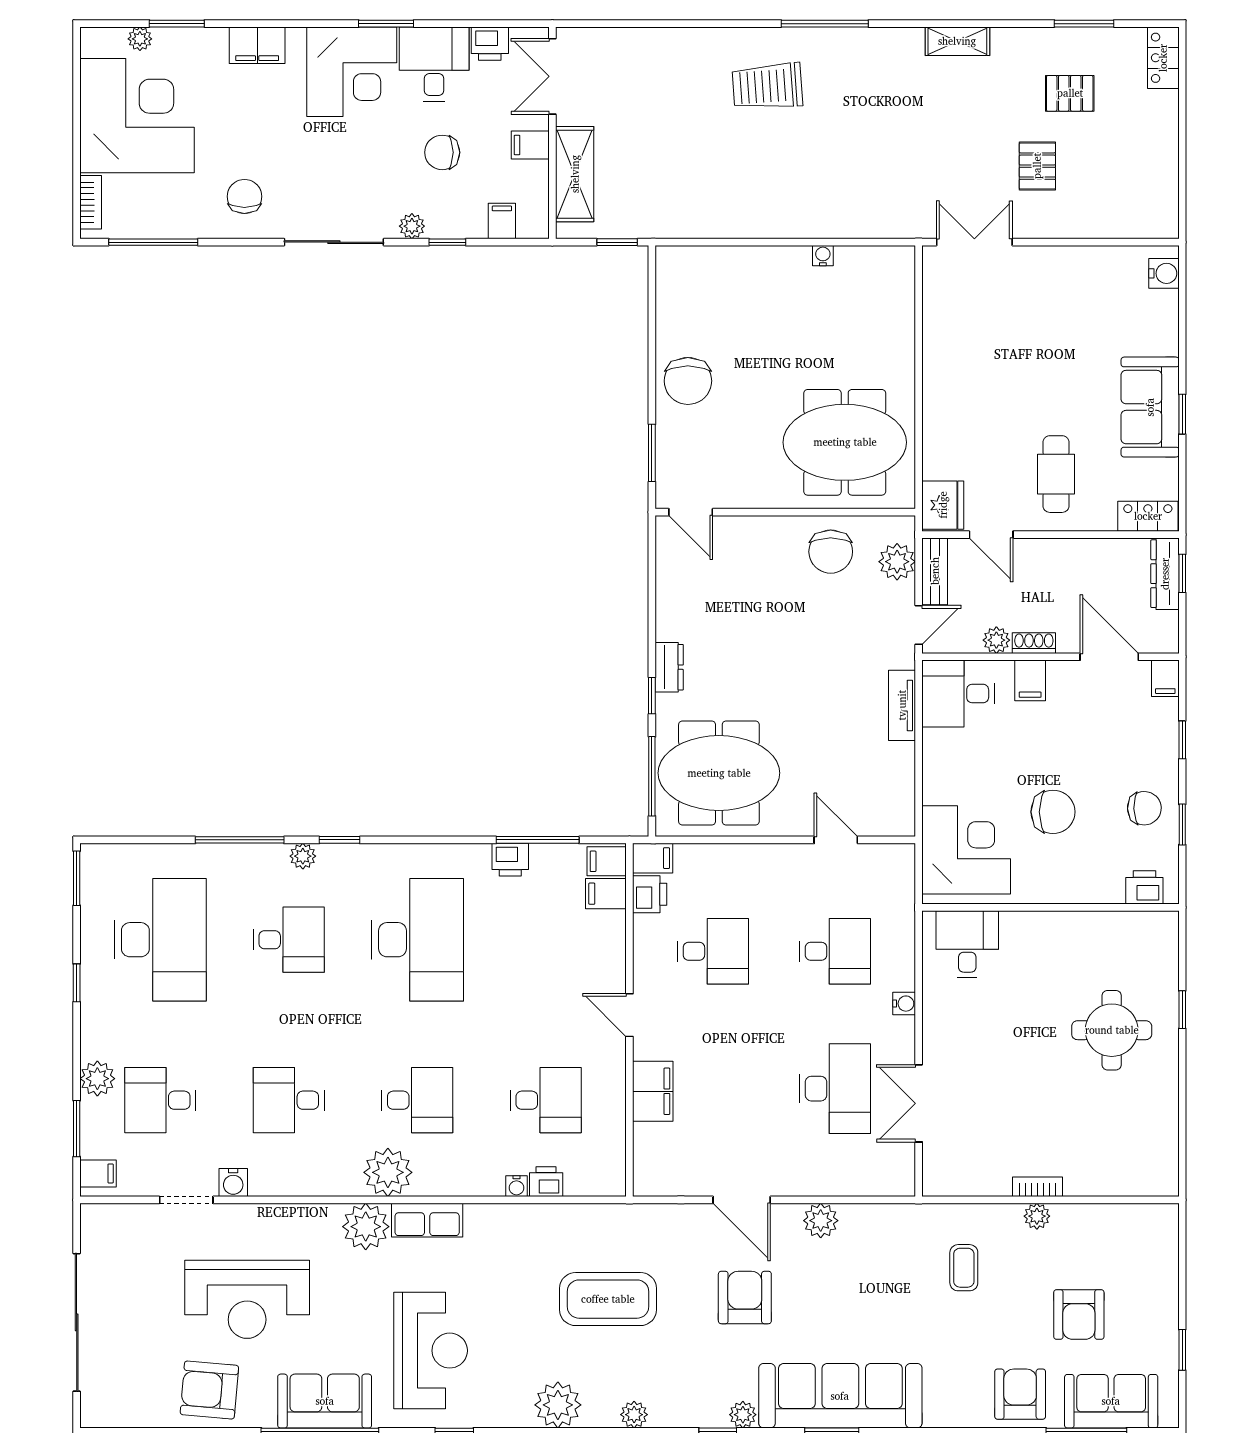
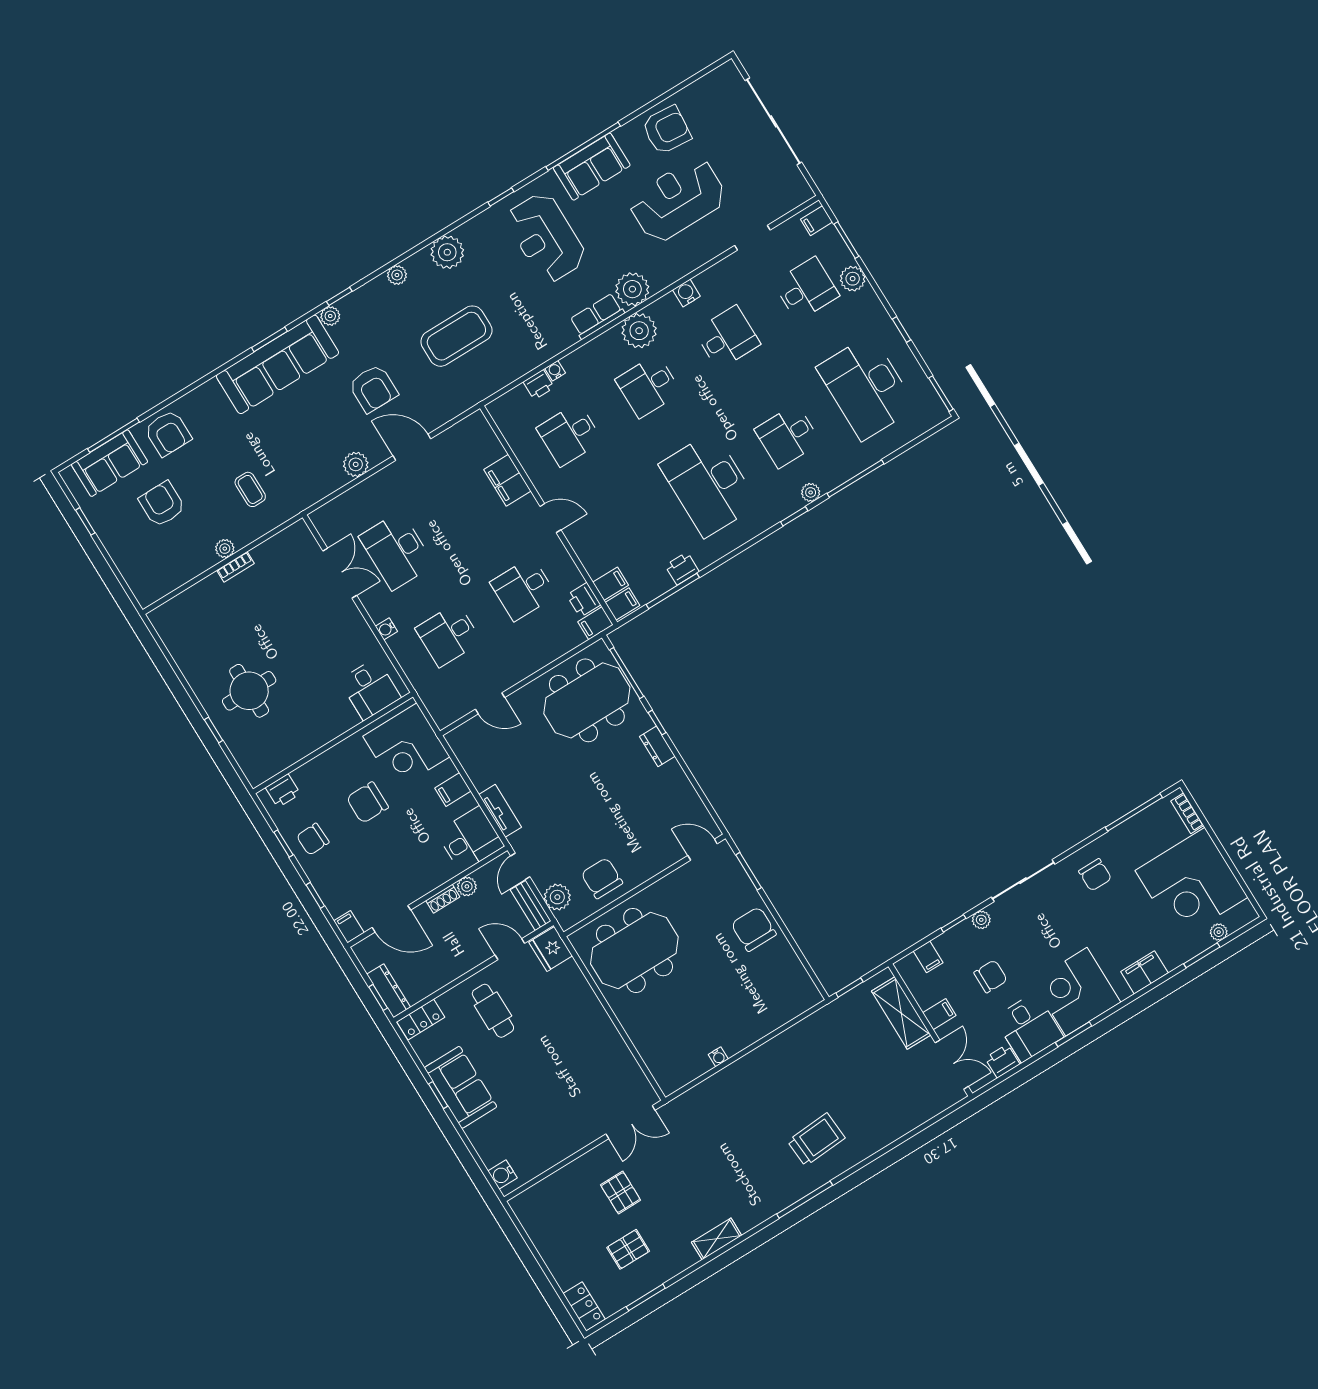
filing cabinet: (1030, 680) -> (453, 790), moved, turned -90
water cooler: (233, 1183) -> (686, 293), moved

